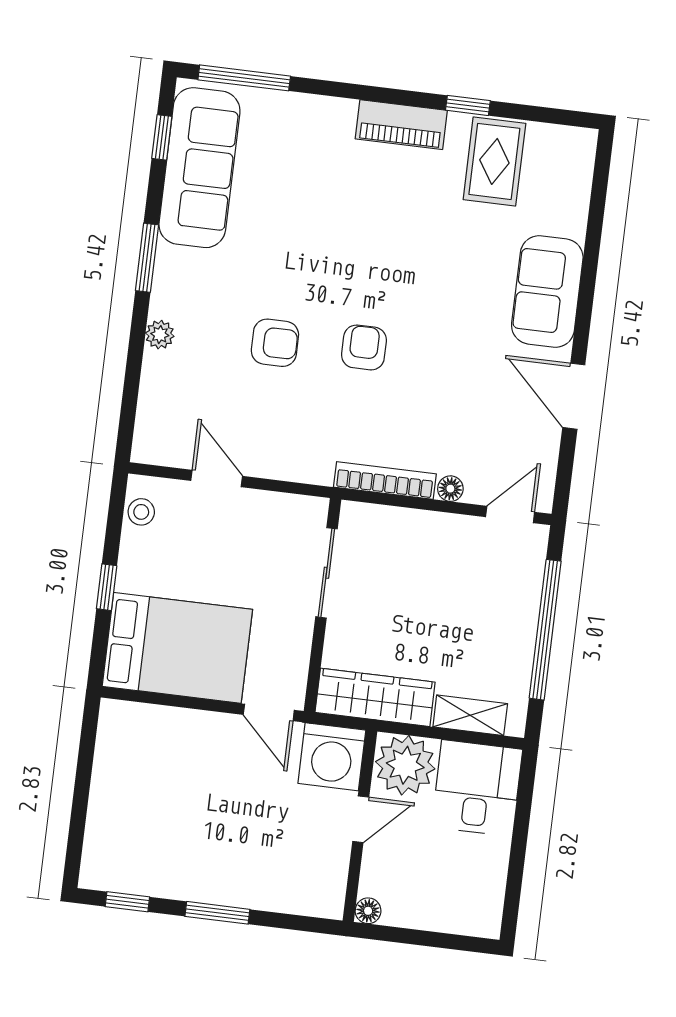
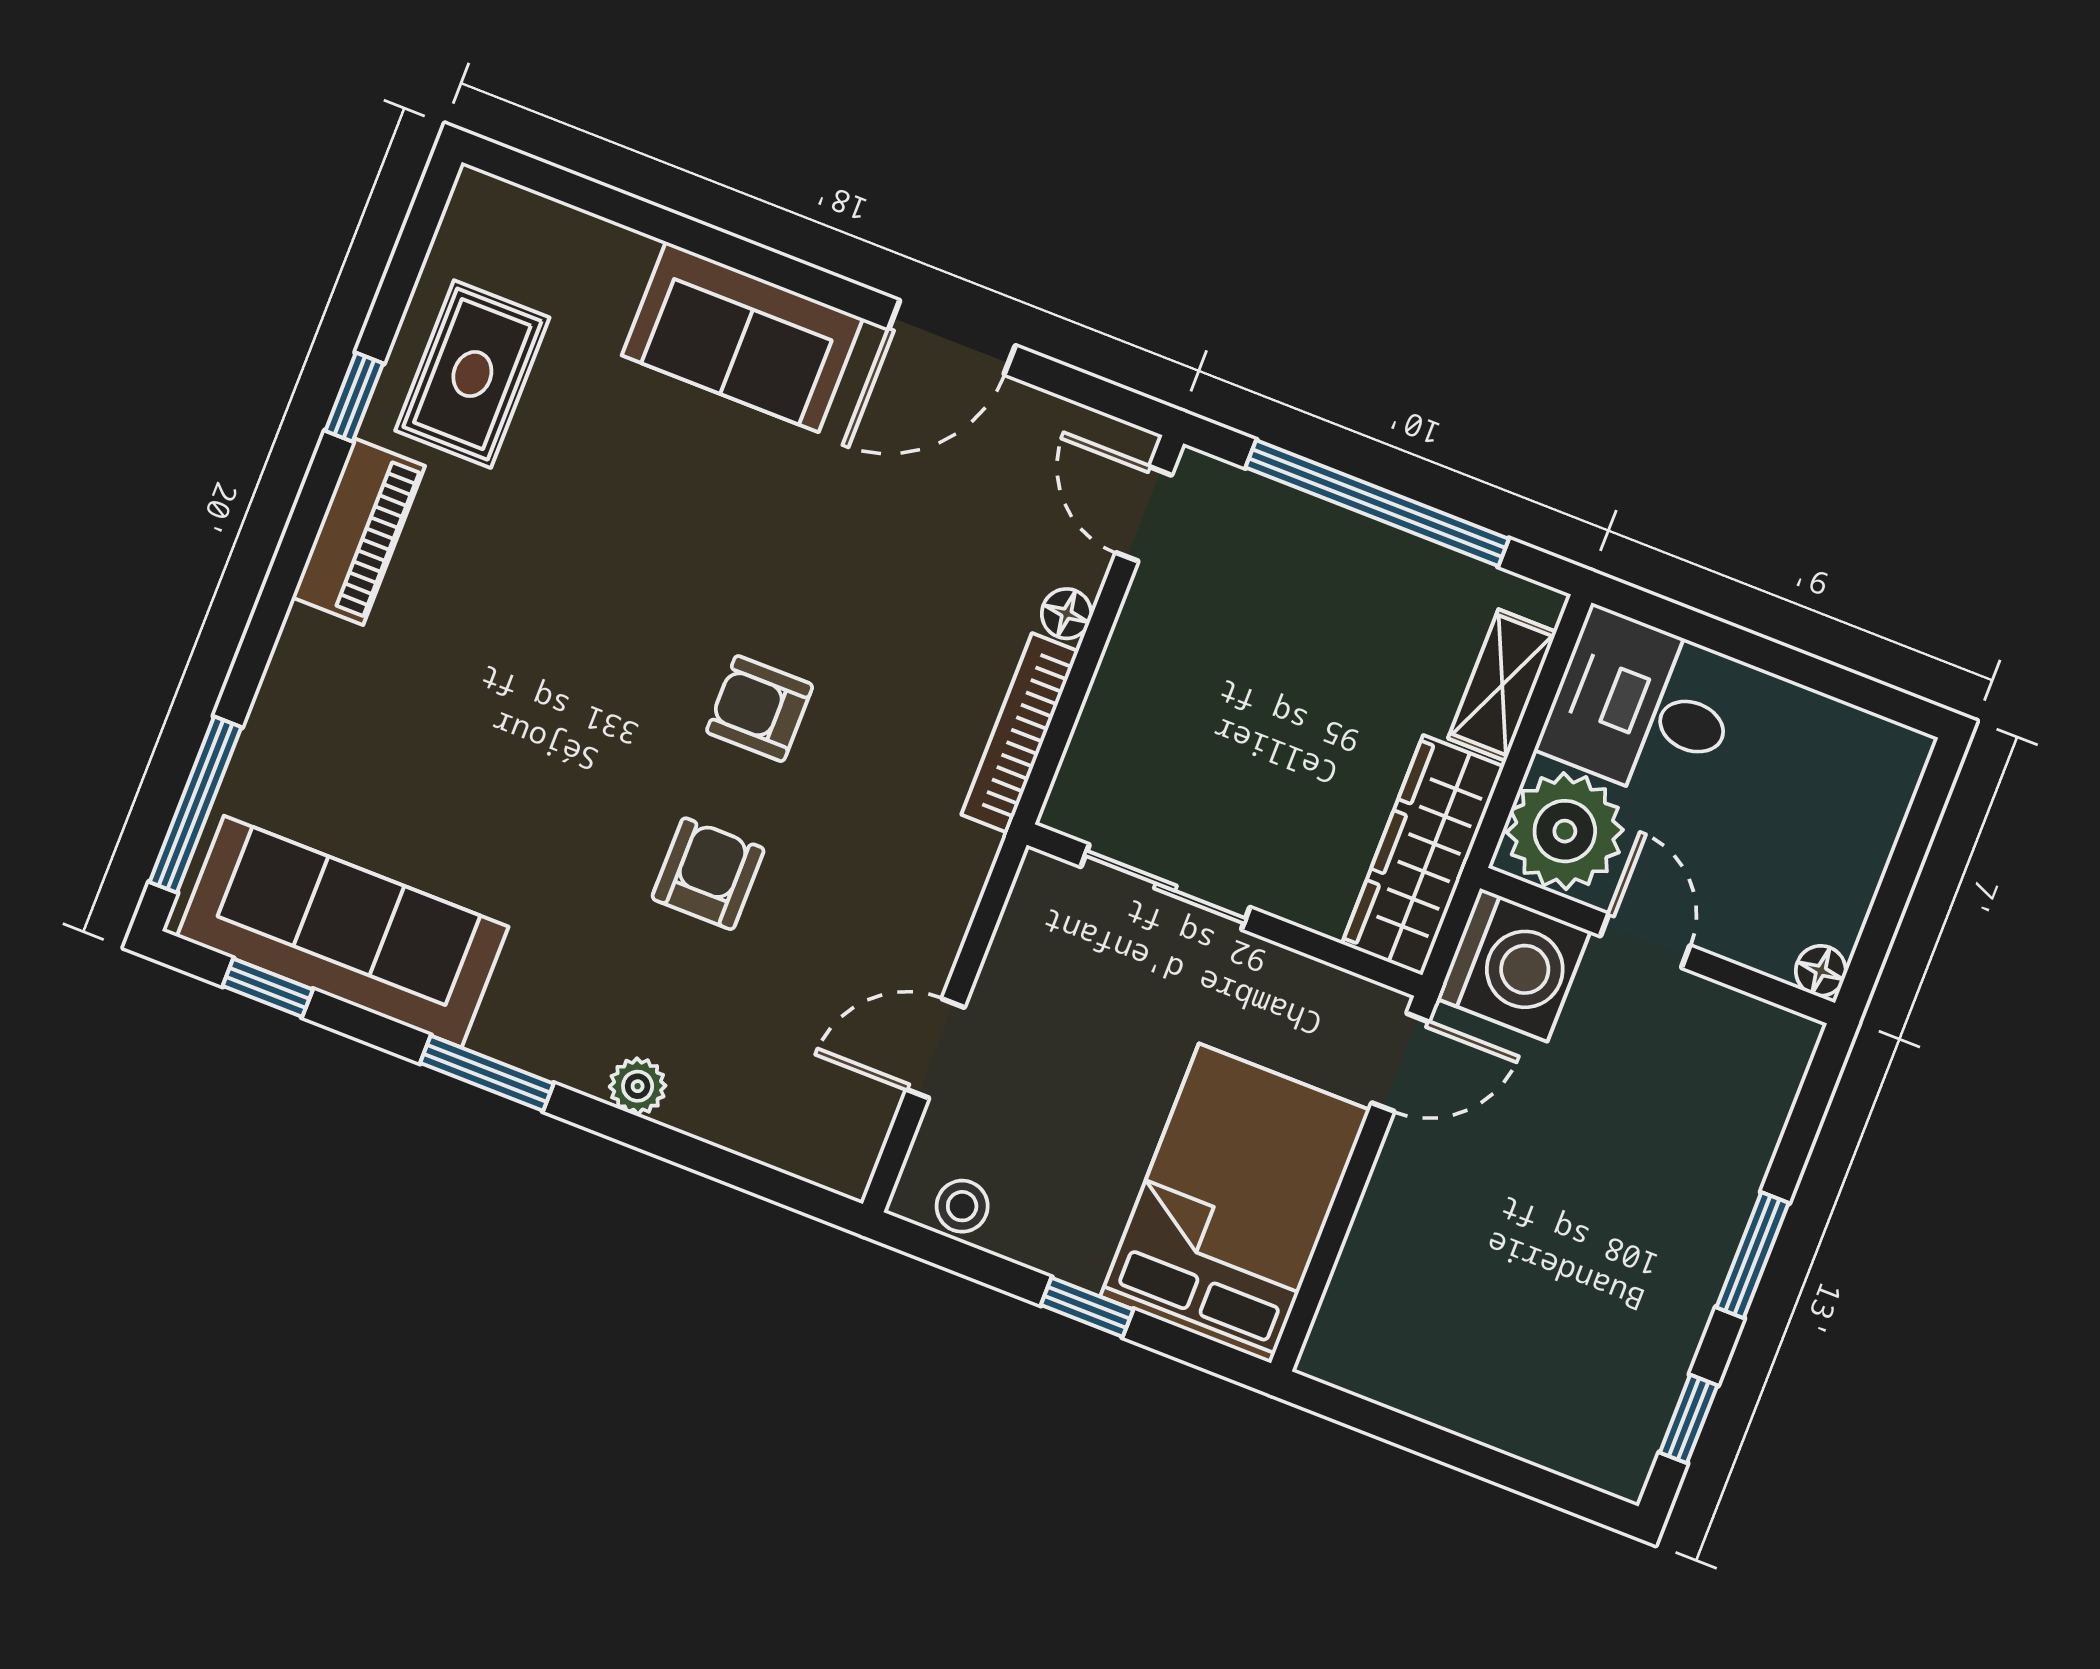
rug: (494, 161) -> (472, 374), turned 90

